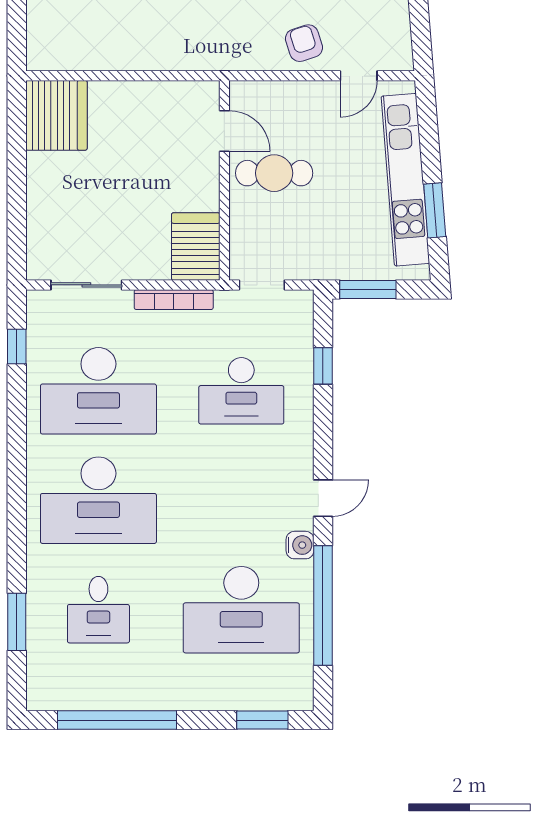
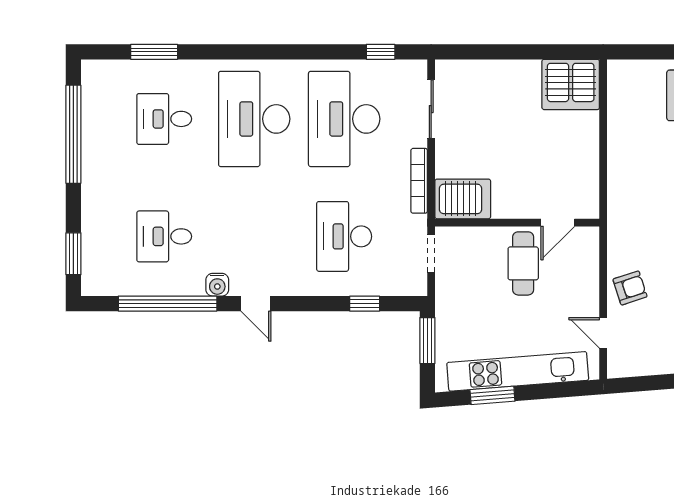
desk: (241, 610) -> (164, 236), width x0.53, depth x0.77

